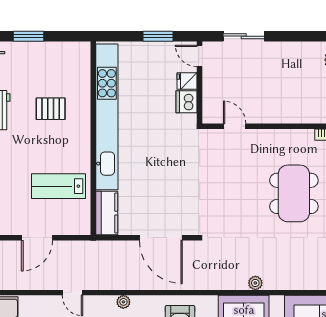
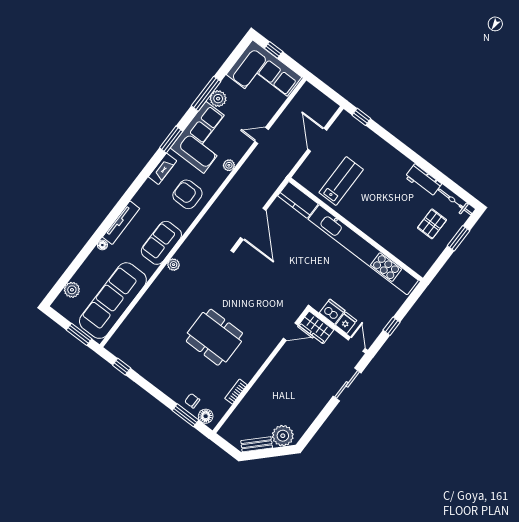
window: (158, 36) -> (391, 326), width x0.67
door: (200, 56) -> (357, 344), hinge flipped
wardrobe: (213, 106) -> (316, 327), added
pallet: (51, 109) -> (432, 224), moved
door: (161, 238) -> (253, 224), swing flipped

